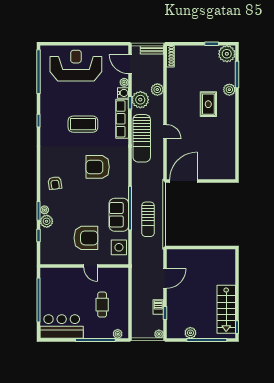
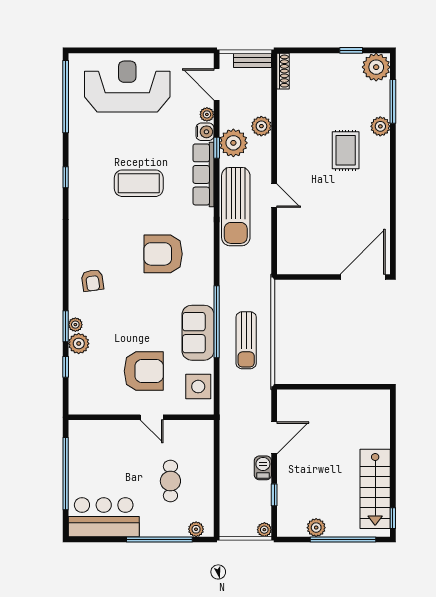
door: (183, 181) -> (363, 277), moved
barbecue: (158, 307) -> (263, 468), moved

